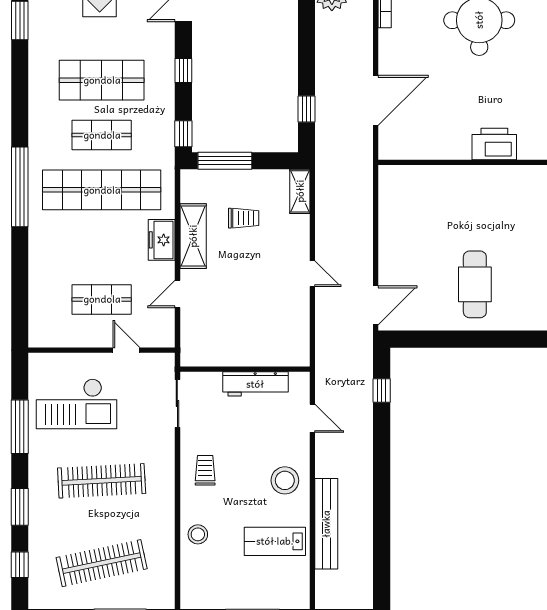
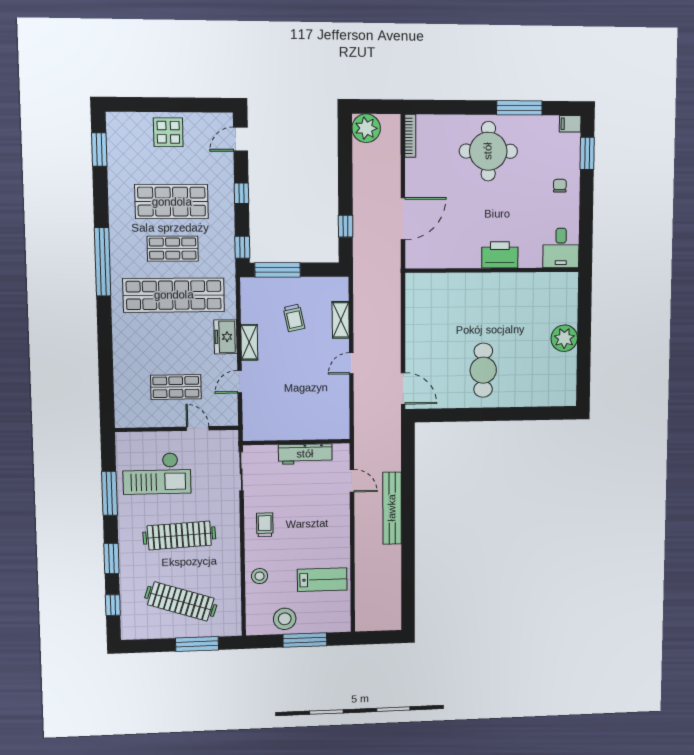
window: (20, 187) -> (103, 262), moved
shelving: (300, 191) -> (341, 320), moved
trolley: (244, 218) -> (294, 318), turned 78
shelving: (193, 236) -> (249, 342), width x0.67, depth x0.75
door: (312, 274) -> (351, 363), swing flipped
door: (376, 305) -> (403, 388), hinge flipped
window: (382, 391) -> (408, 457), removed
stool: (285, 480) -> (285, 619), moved
bench: (326, 524) -> (392, 508), moved
lab bench: (275, 541) -> (322, 580), turned 180
clothes rail: (102, 563) -> (181, 601), turned 30

